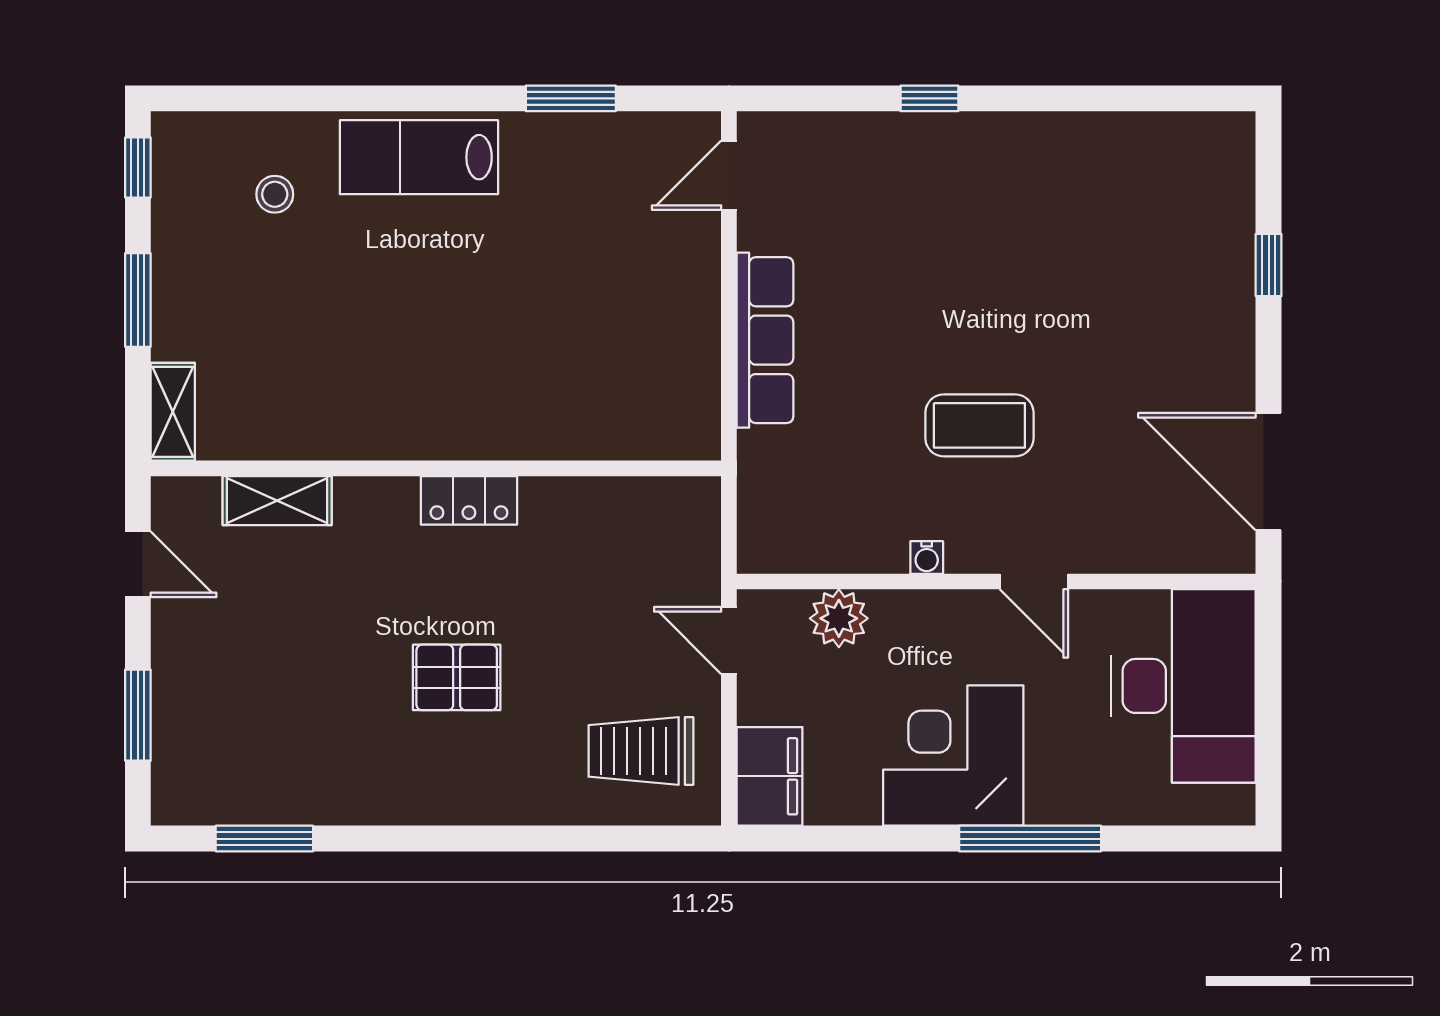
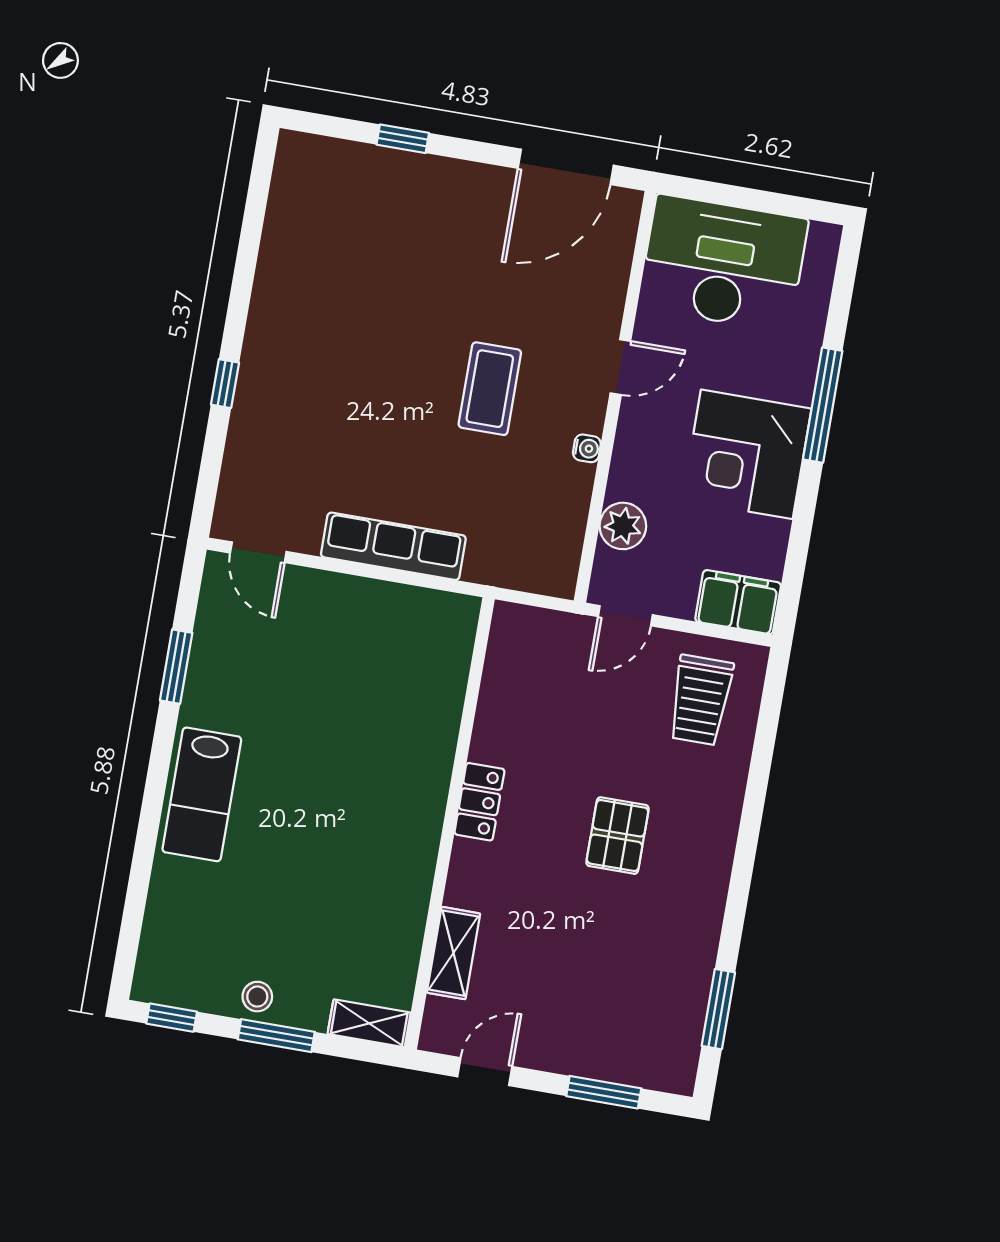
stool: (275, 194) -> (257, 997), moved

